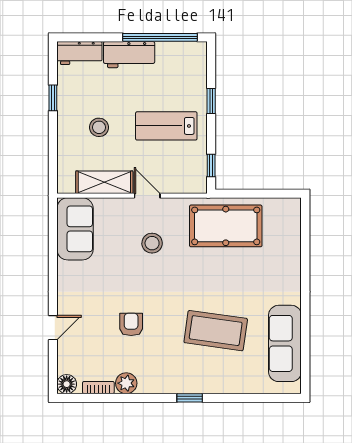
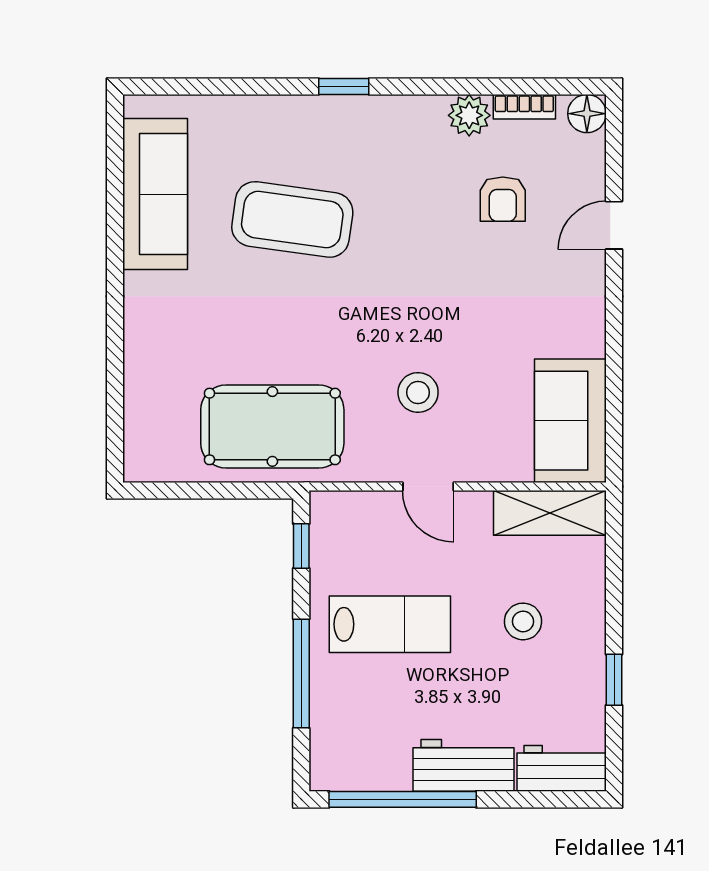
window: (211, 101) -> (301, 674), width x2.17
shelving: (104, 182) -> (550, 513), moved
armchair: (131, 324) -> (503, 199), moved

